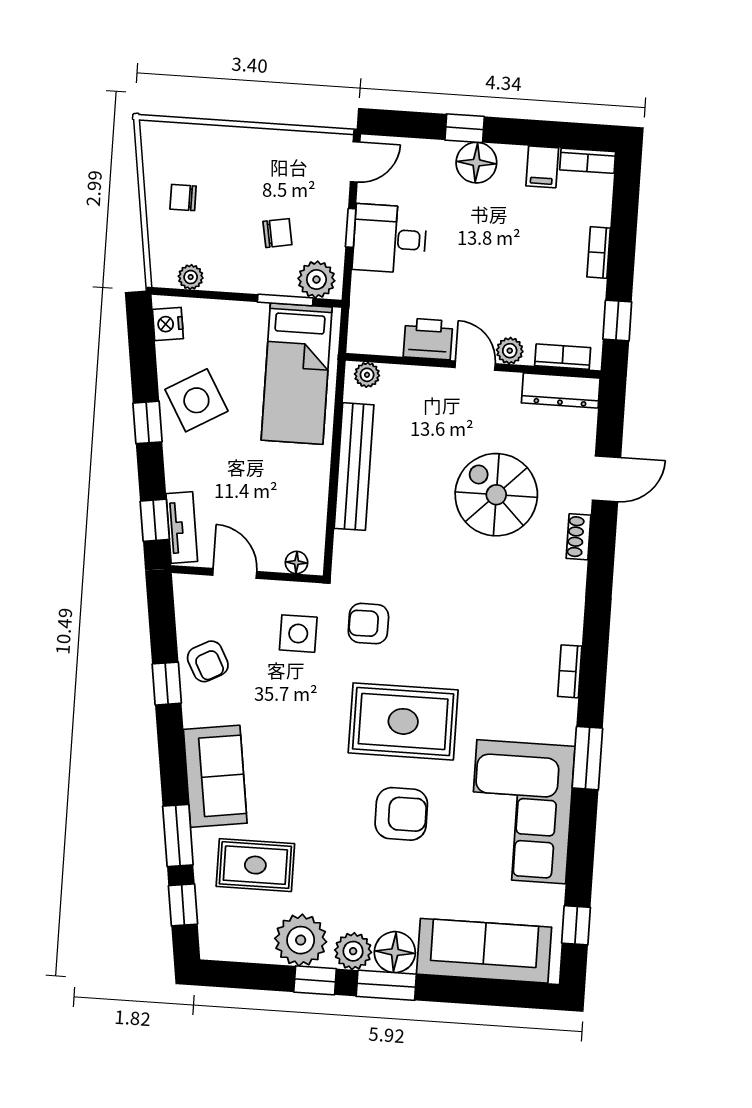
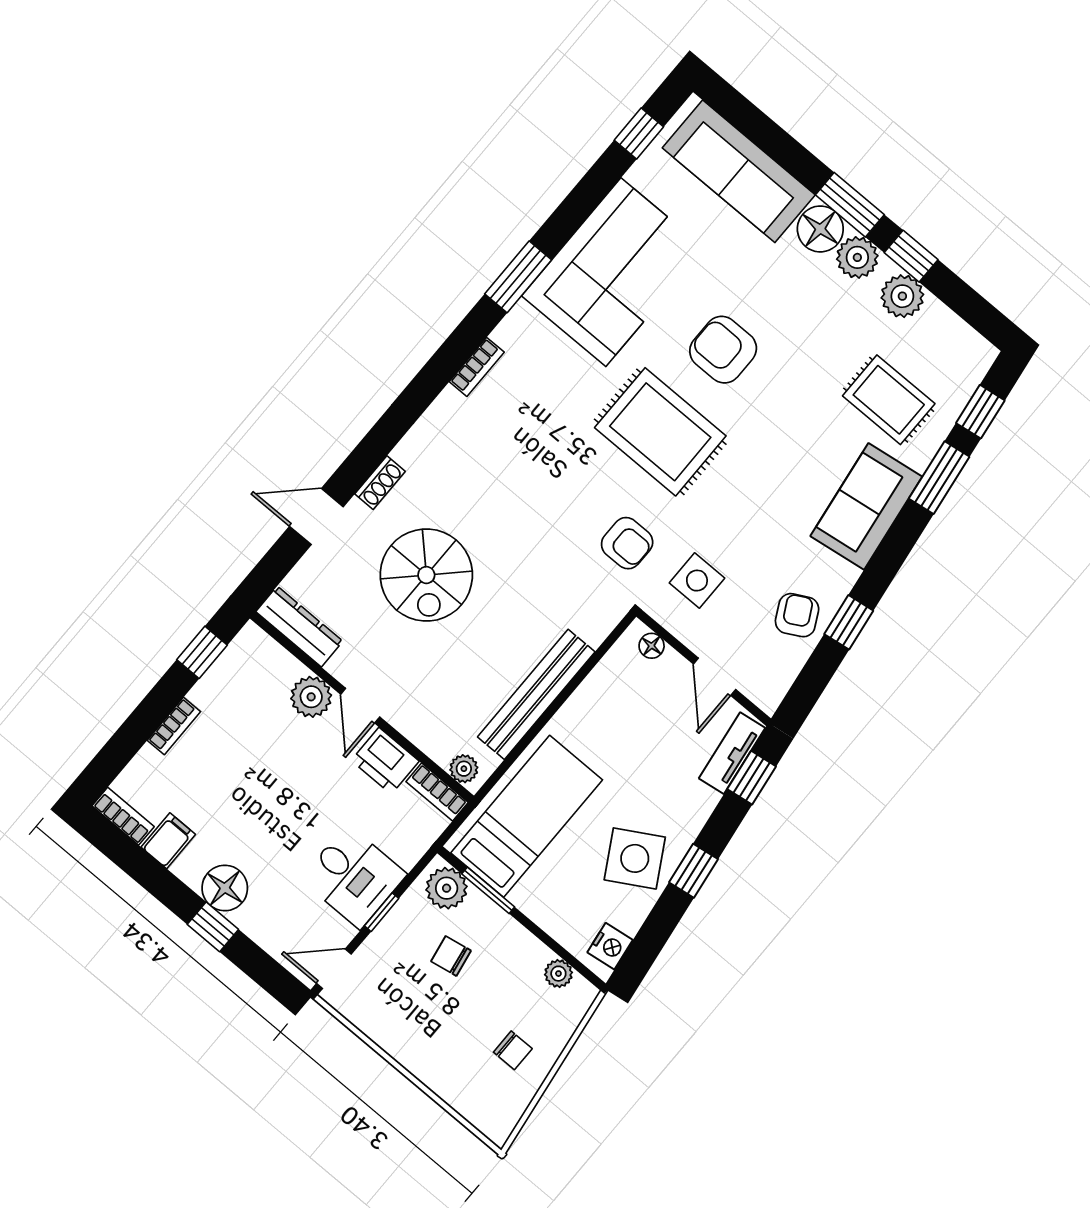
plant: (510, 351) -> (311, 697), width x1.38, depth x1.38
bookcase: (563, 357) -> (437, 792), moved
plant: (301, 940) -> (902, 296), width x0.73, depth x0.73

